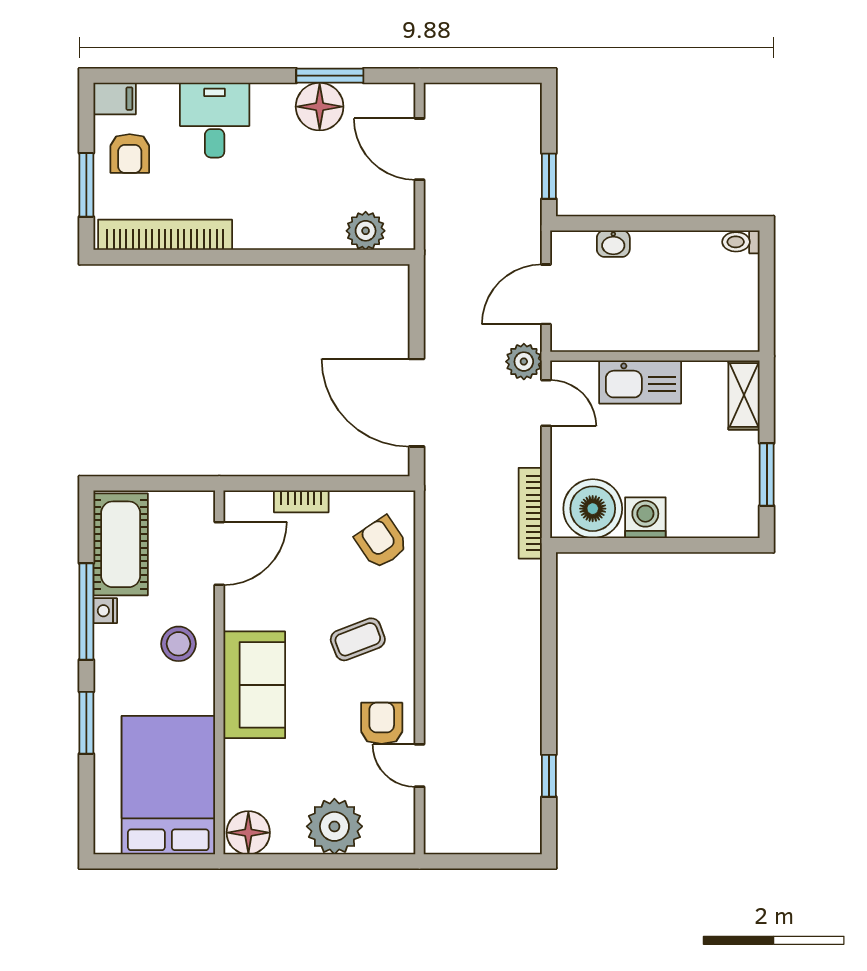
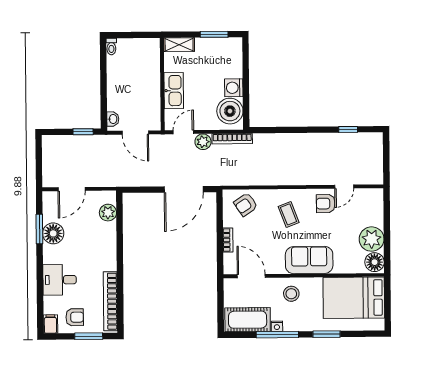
washbasin: (613, 244) -> (113, 119), moved
plant: (524, 362) -> (203, 142), moved
plant: (334, 826) -> (372, 239), moved

